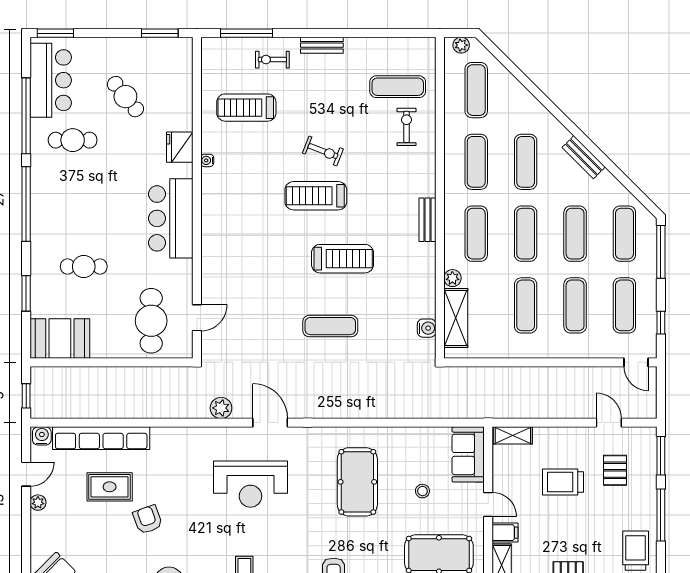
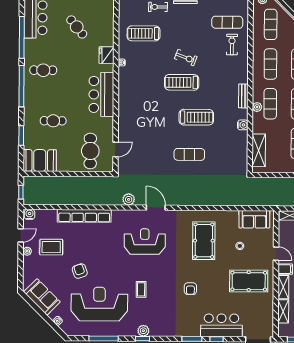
cafe table: (73, 140) -> (43, 70), moved
plant: (452, 278) -> (257, 107), moved
water cooler: (427, 328) -> (243, 125), moved
row of seats: (101, 438) -> (84, 216), moved
sofa: (468, 454) -> (254, 219), moved, turned -90
reception desk: (250, 484) -> (145, 242), turned 180
rug: (110, 487) -> (51, 247), moved
armchair: (148, 520) -> (80, 271), moved

